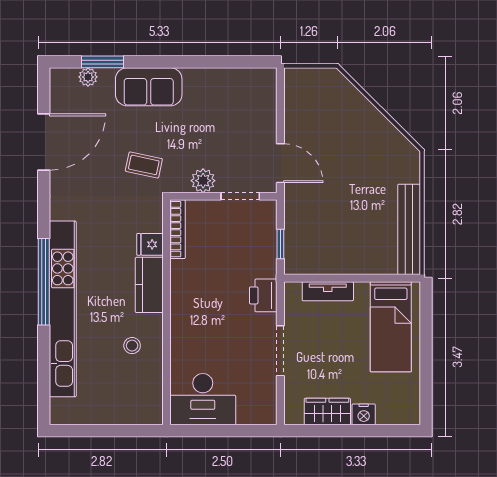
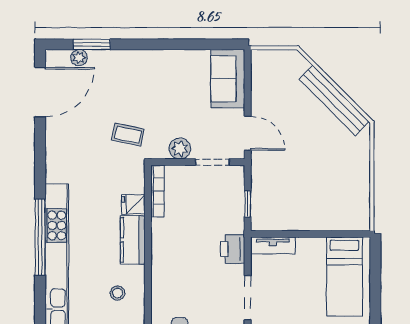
sofa: (149, 87) -> (228, 79), moved, turned 90
door: (44, 142) -> (40, 92), moved
bench: (409, 229) -> (334, 100), moved, turned -45
tv unit: (328, 291) -> (273, 245), moved

